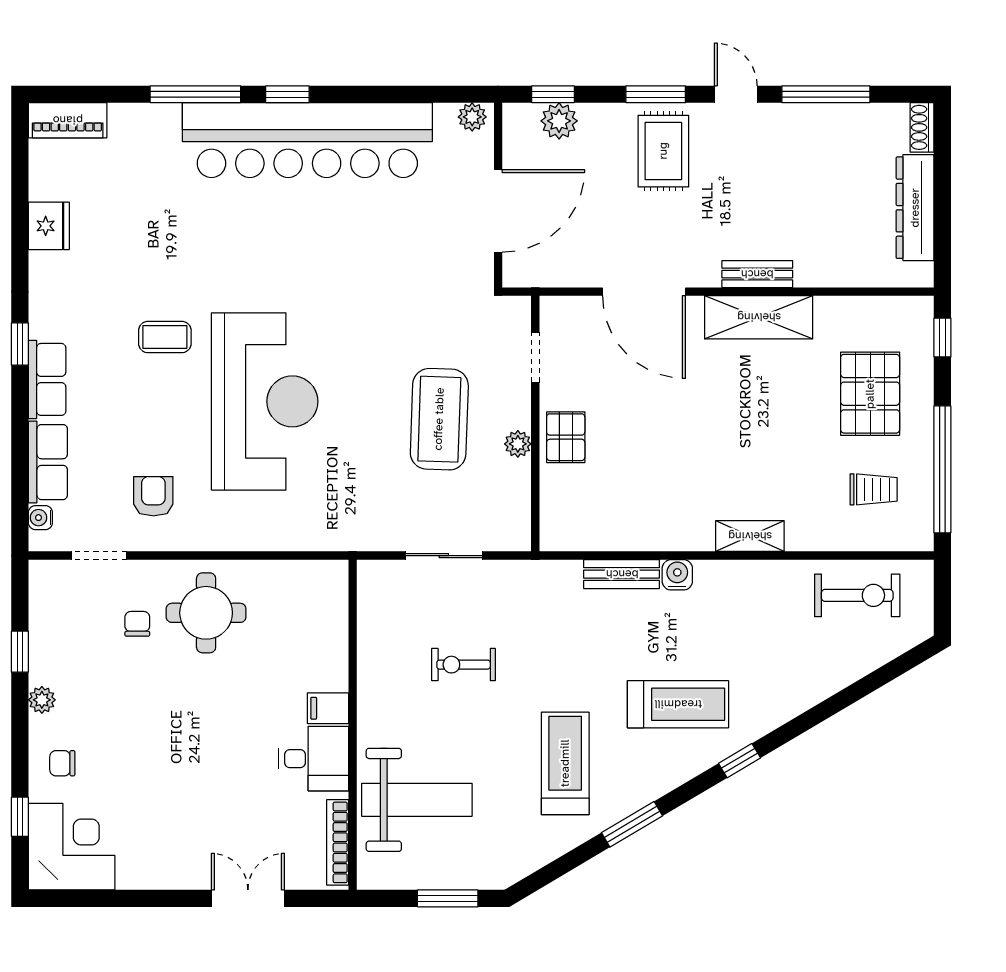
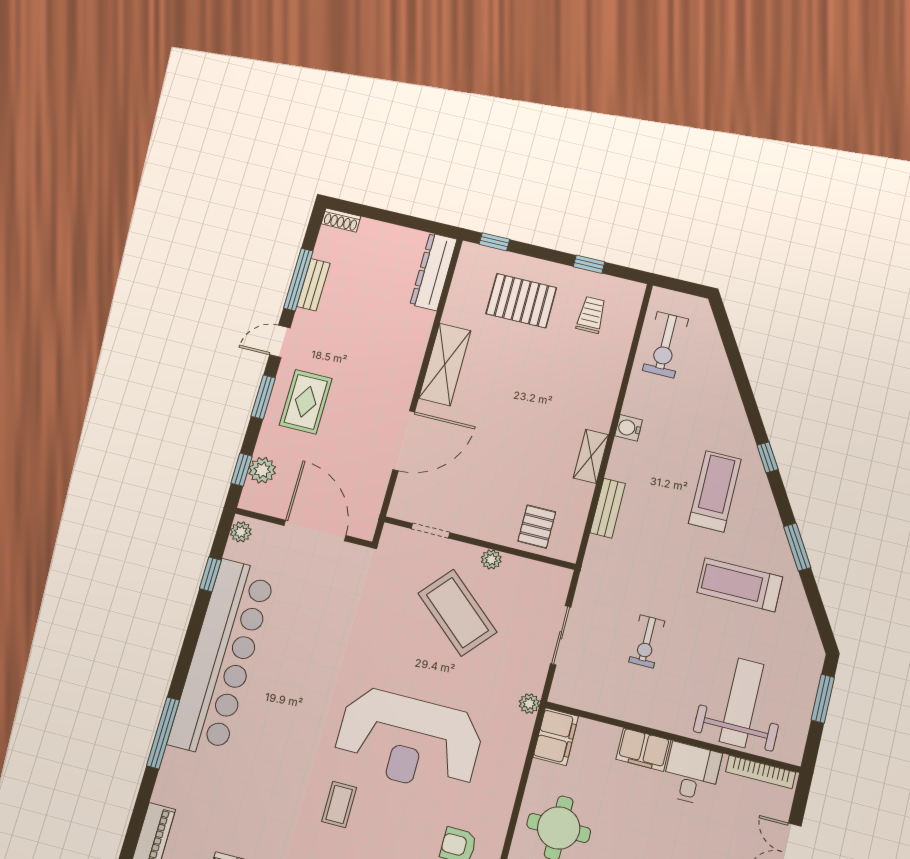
window: (287, 94) -> (210, 574), moved
rug: (663, 151) -> (306, 402), turned 90
dresser: (915, 208) -> (433, 272), moved, turned 90
bench: (757, 274) -> (313, 285), moved
reception desk: (265, 401) -> (409, 741), turned 180
coffee table: (439, 419) -> (457, 613), turned 39
pallet: (566, 437) -> (537, 527), moved, turned 90
window: (942, 469) -> (589, 264), width x0.32
shelving: (750, 536) -> (591, 456), moved
plant: (348, 538) -> (529, 704), added
water cooler: (677, 575) -> (629, 428), moved
filing cabinet: (316, 581) -> (556, 737), added
exercise bike: (857, 595) -> (666, 345), turned 180
filing cabinet: (328, 708) -> (643, 750), width x2.00

